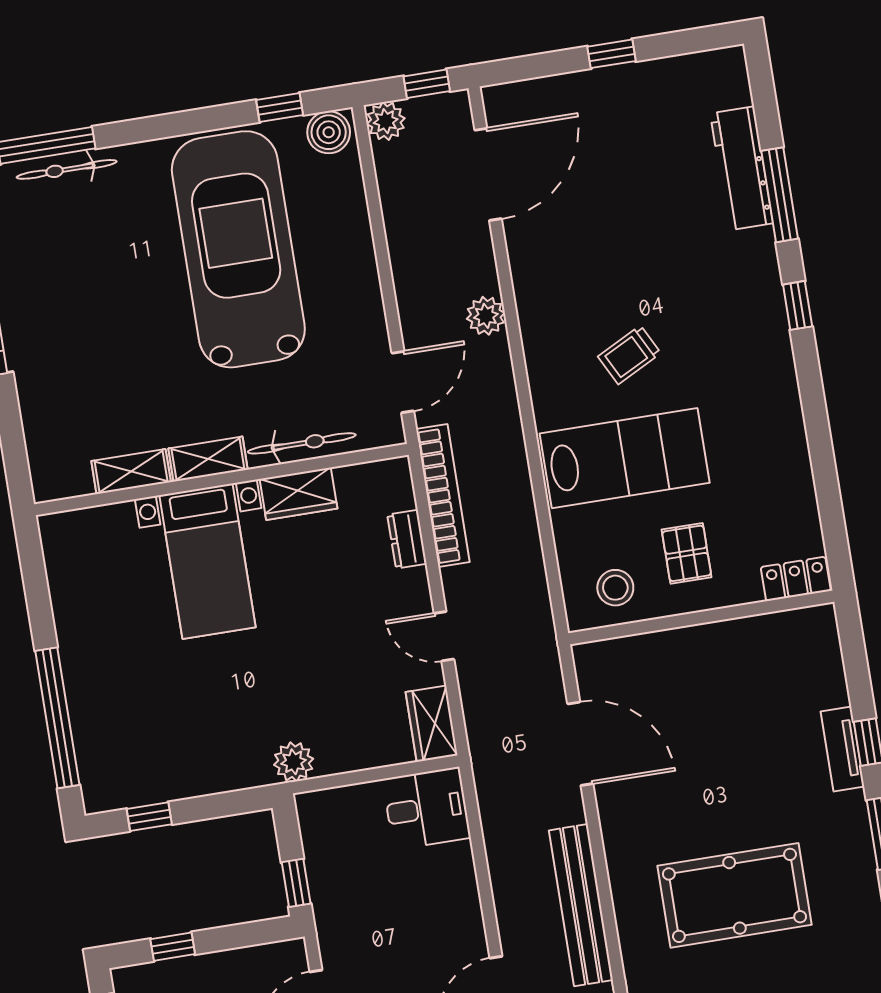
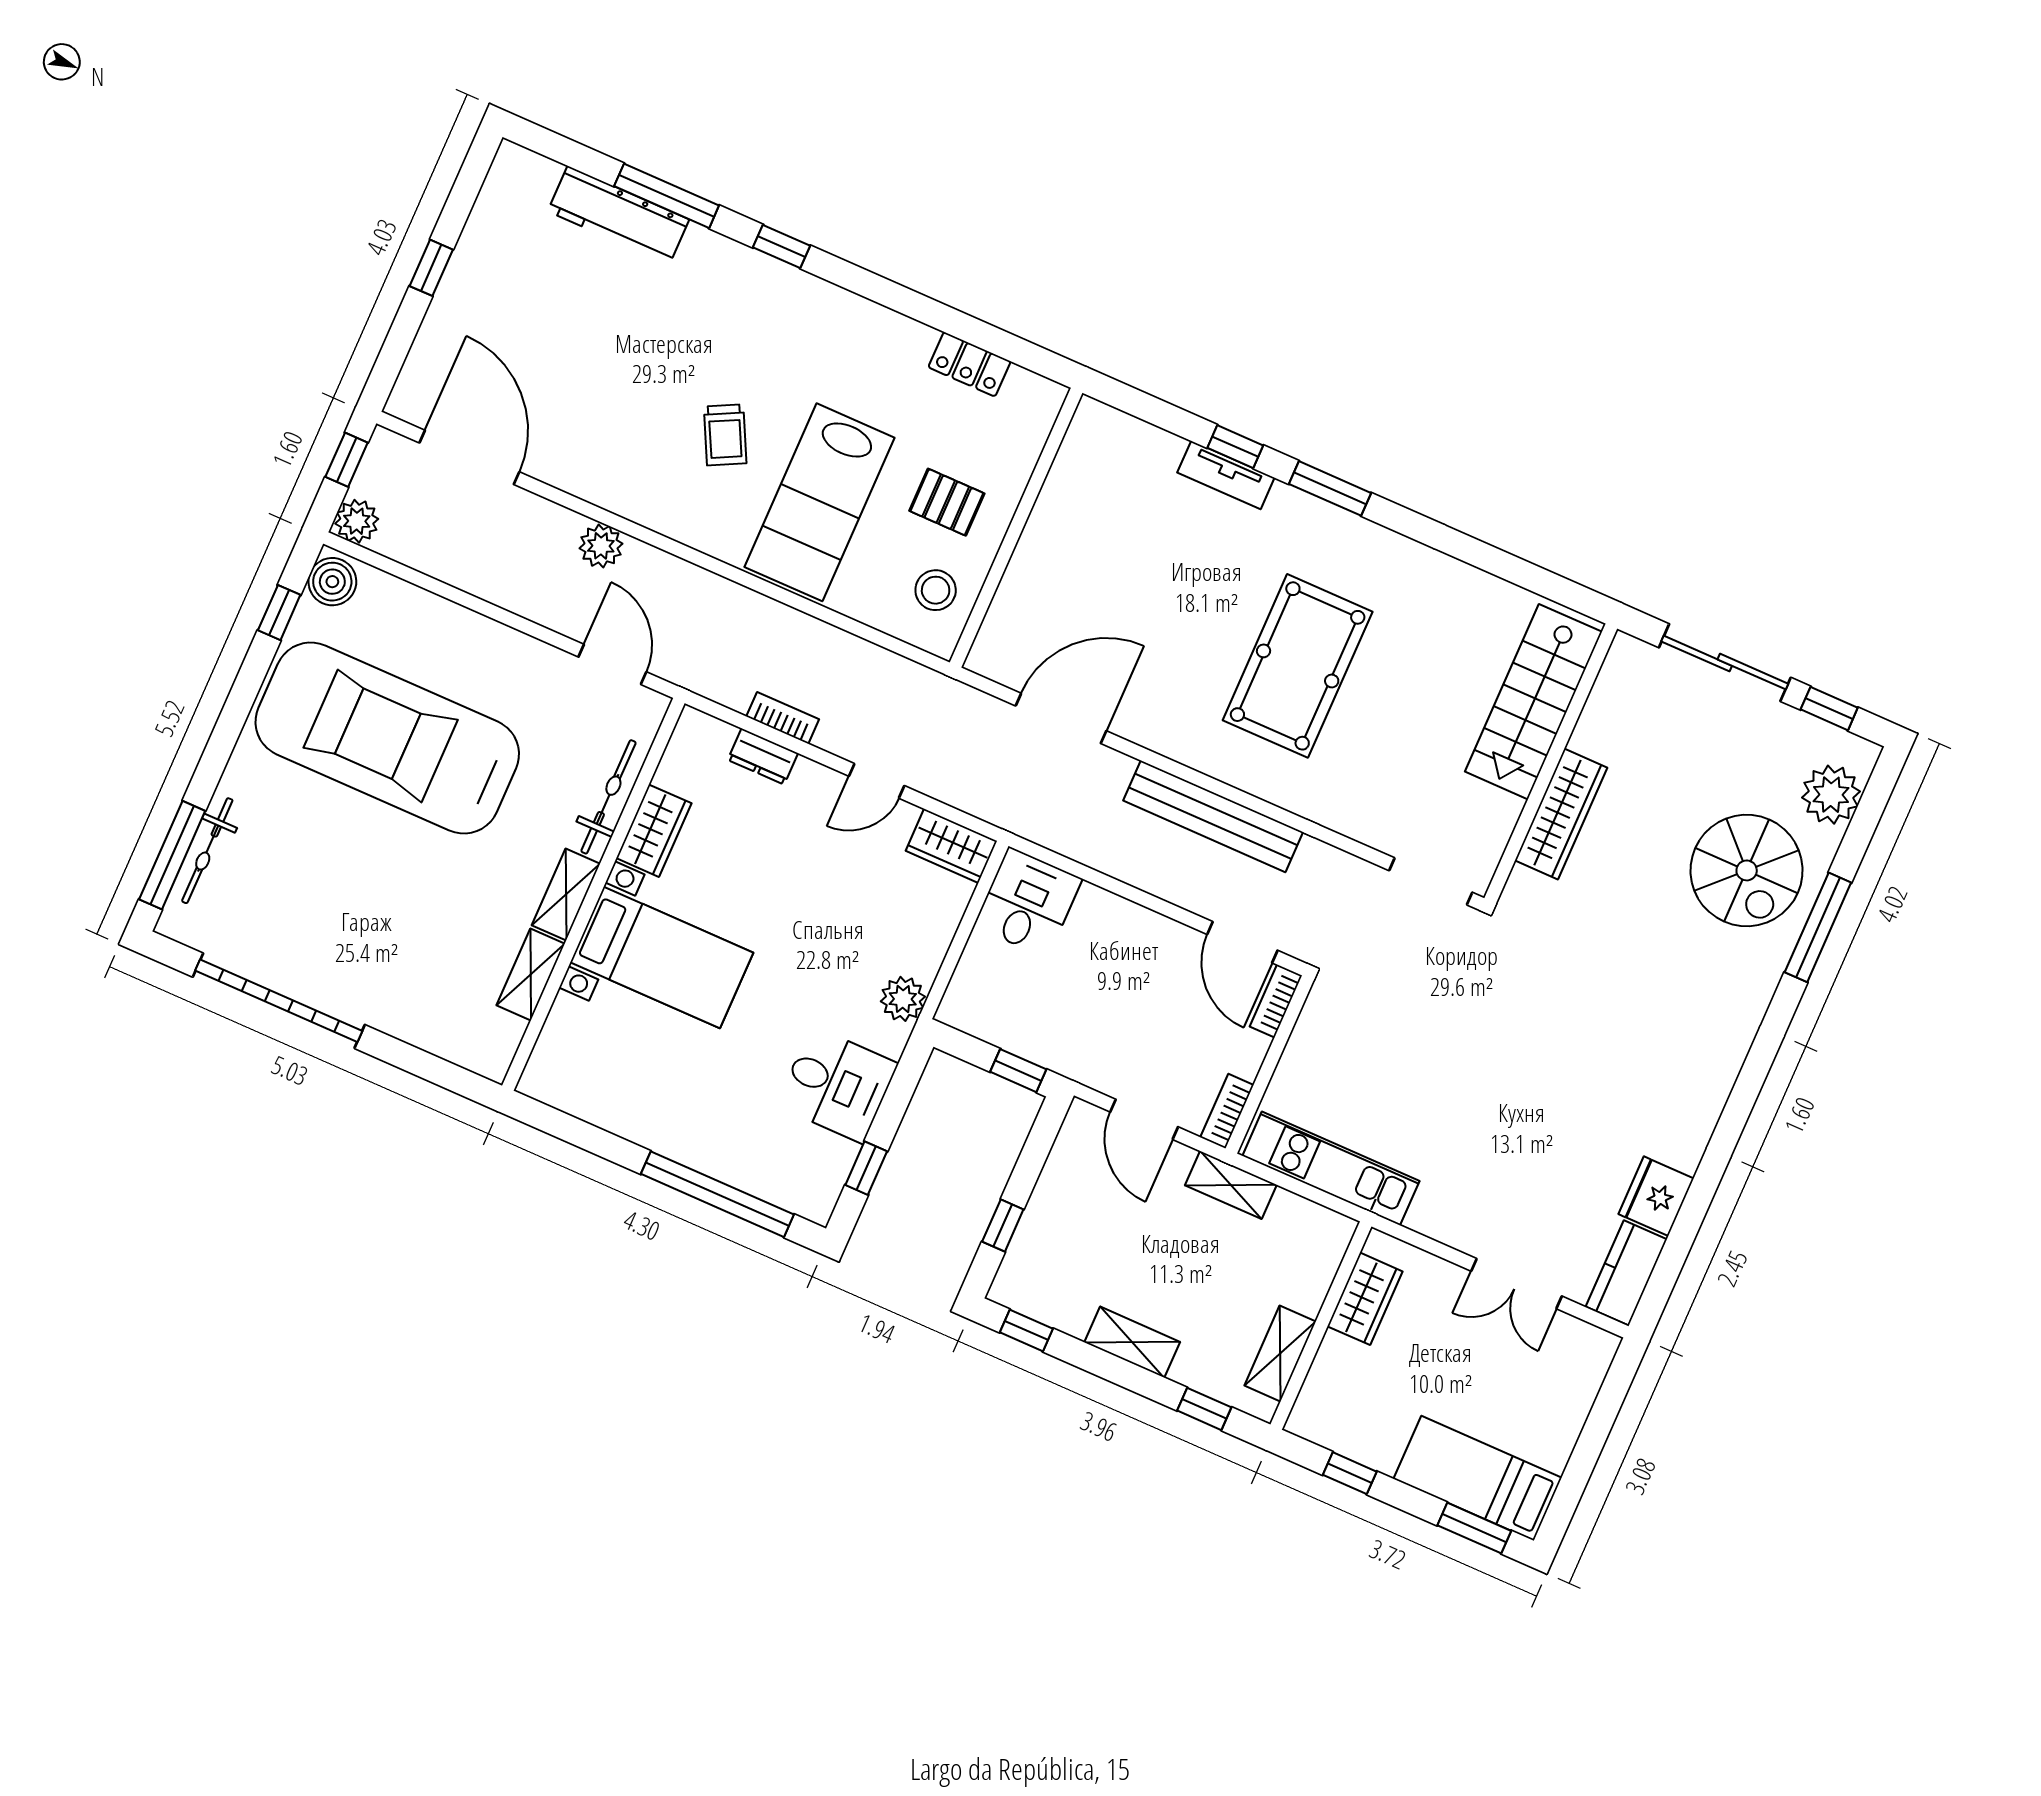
lab bench: (625, 458) -> (819, 502), turned 180
bookcase: (443, 496) -> (783, 718), width x0.43, depth x0.76
locker: (796, 579) -> (969, 364), moved, turned -90
desk: (198, 754) -> (837, 1085), added

